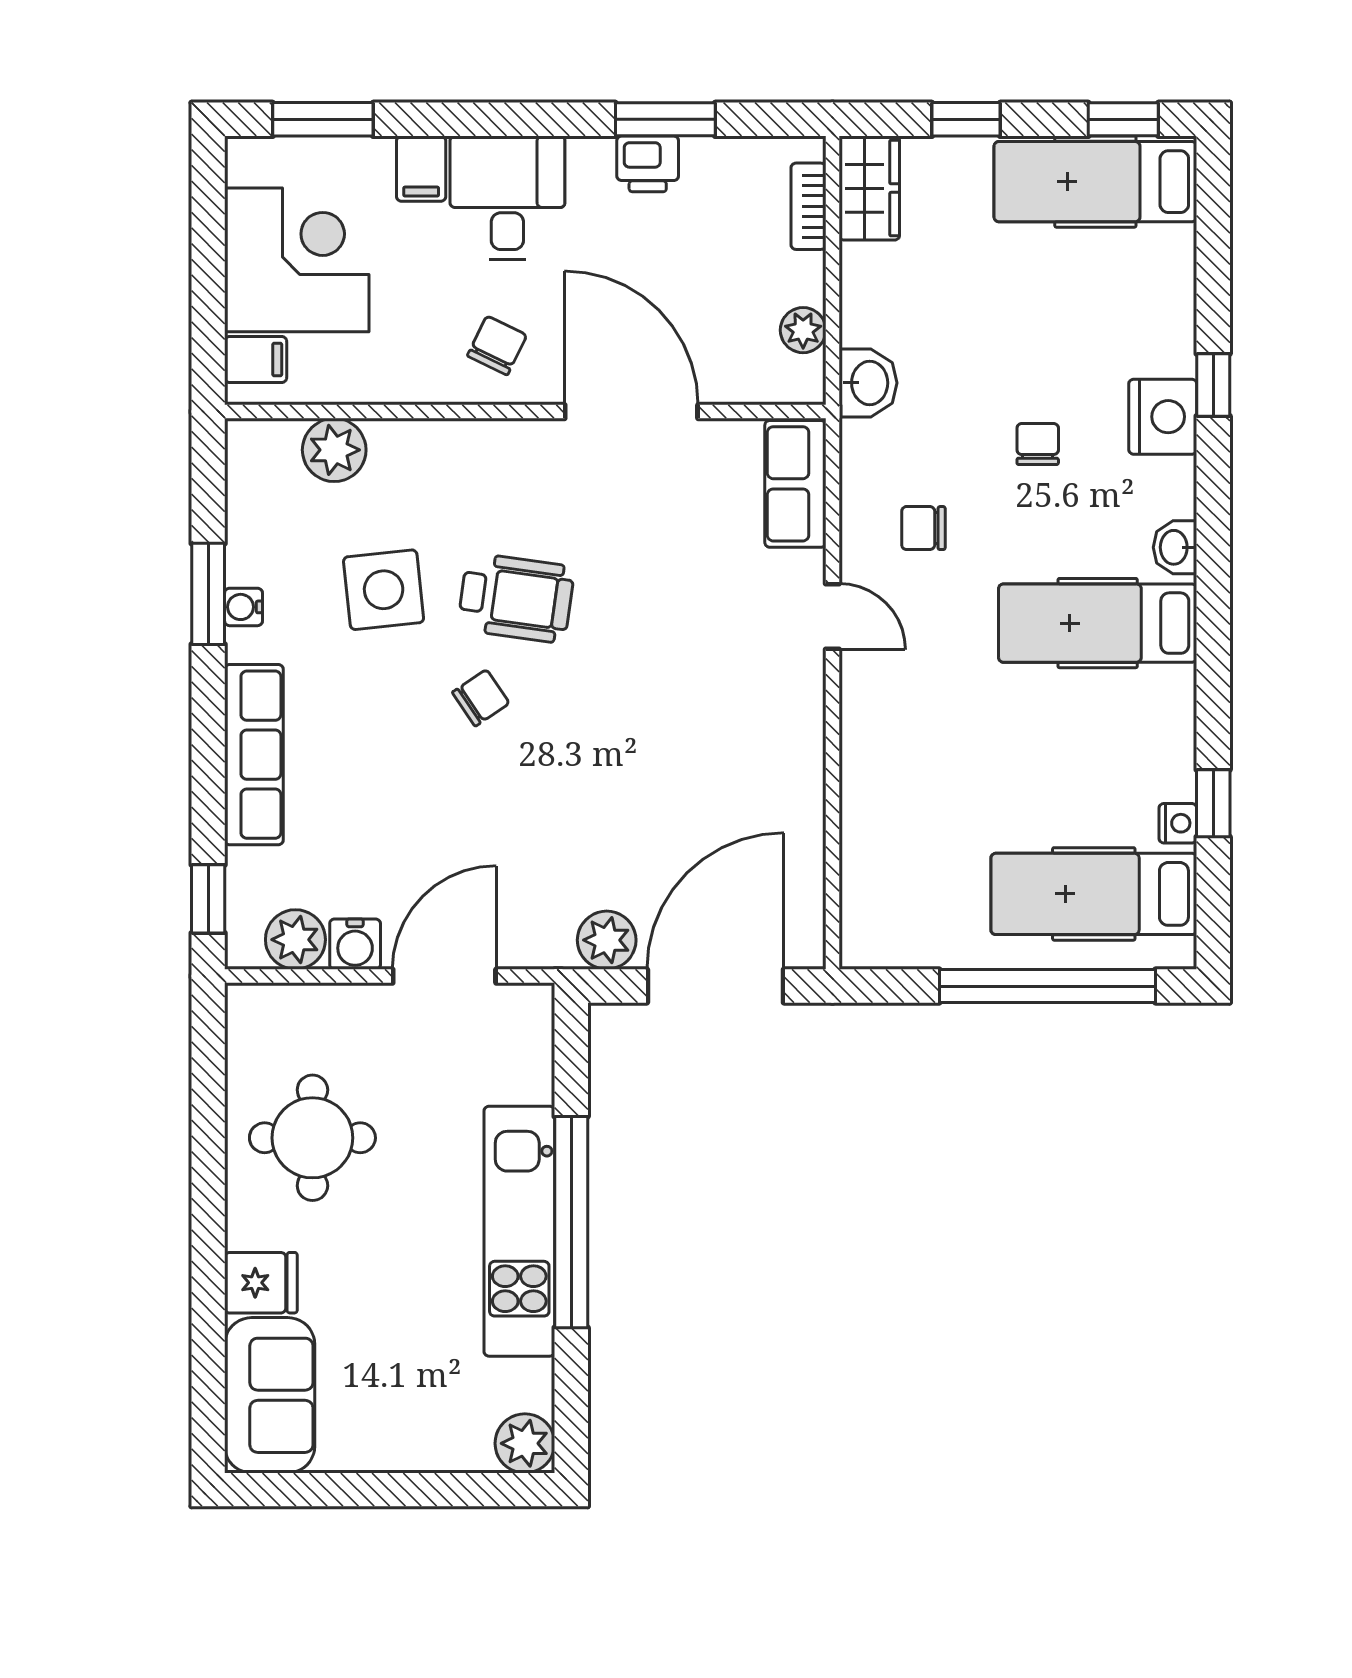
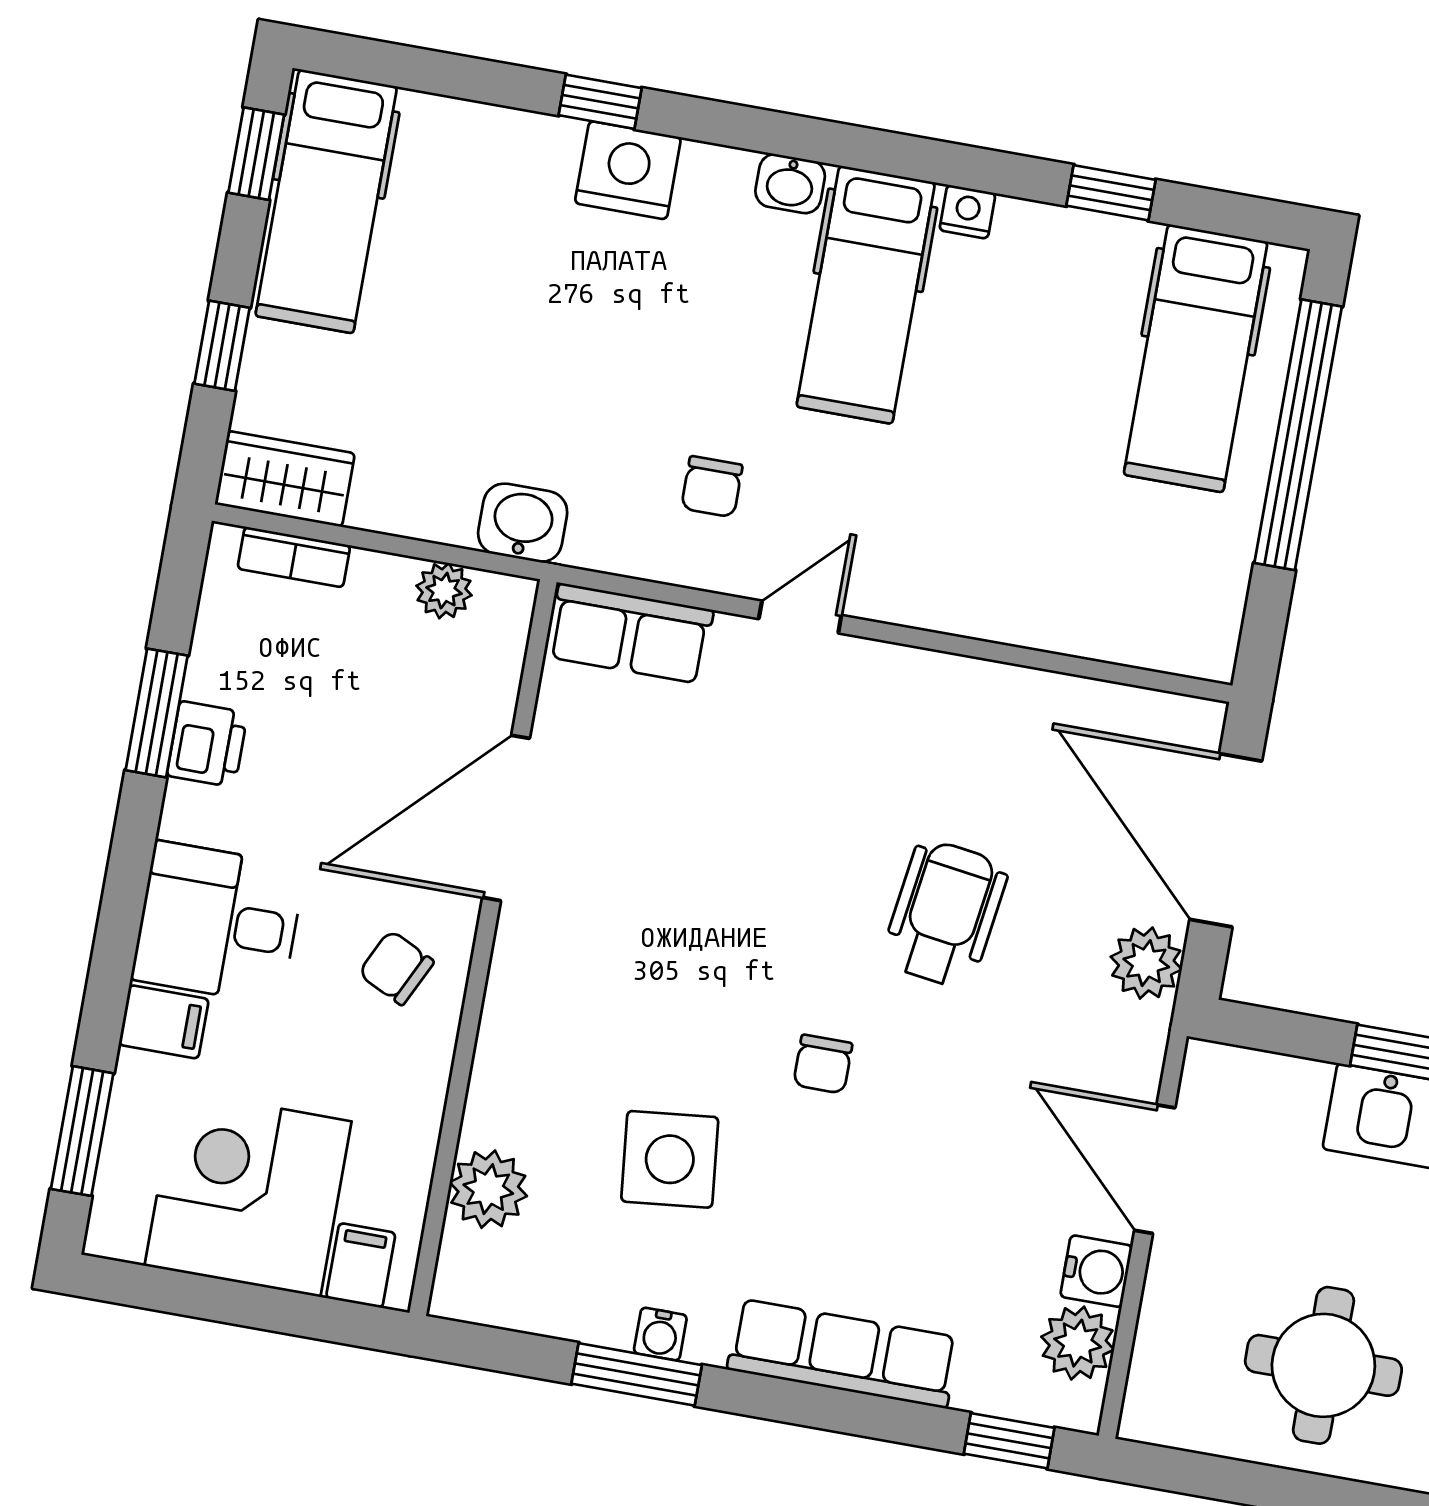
chair: (1038, 444) -> (634, 329), removed
wheelchair: (516, 598) -> (945, 914), moved
chair: (481, 698) -> (823, 1064), turned -146
nightstand: (1178, 823) -> (967, 212), moved

